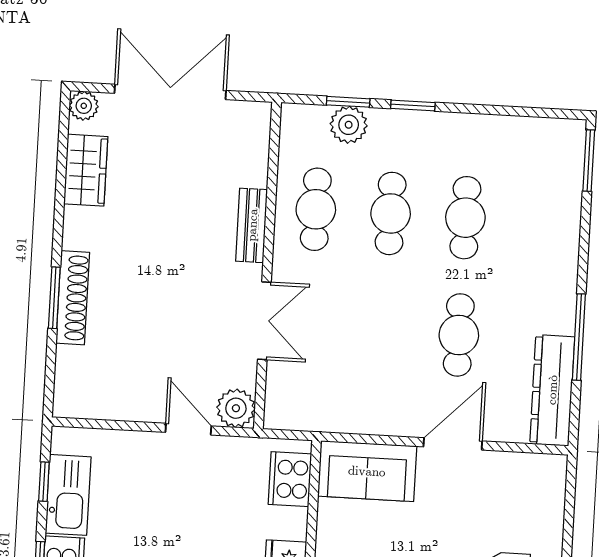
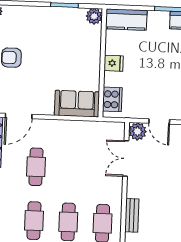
double door: (264, 321) -> (126, 158), moved
door: (453, 444) -> (19, 116), moved

